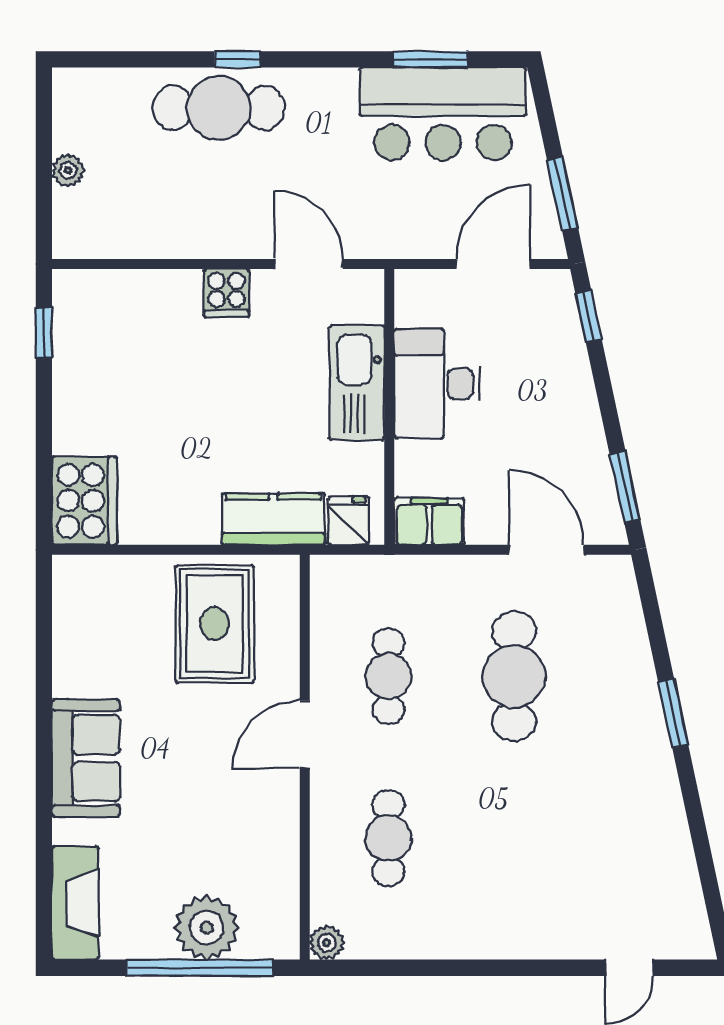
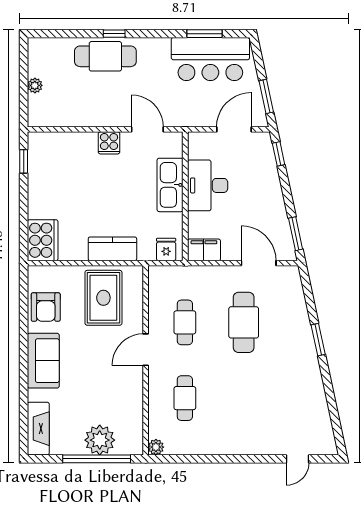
kitchen counter: (273, 519) -> (112, 249), moved
armchair: (91, 644) -> (46, 307), added

